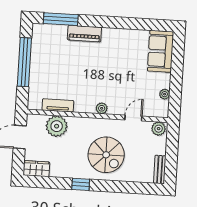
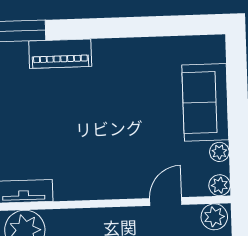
sofa: (161, 51) -> (205, 102), moved
plant: (102, 108) -> (220, 185), moved

